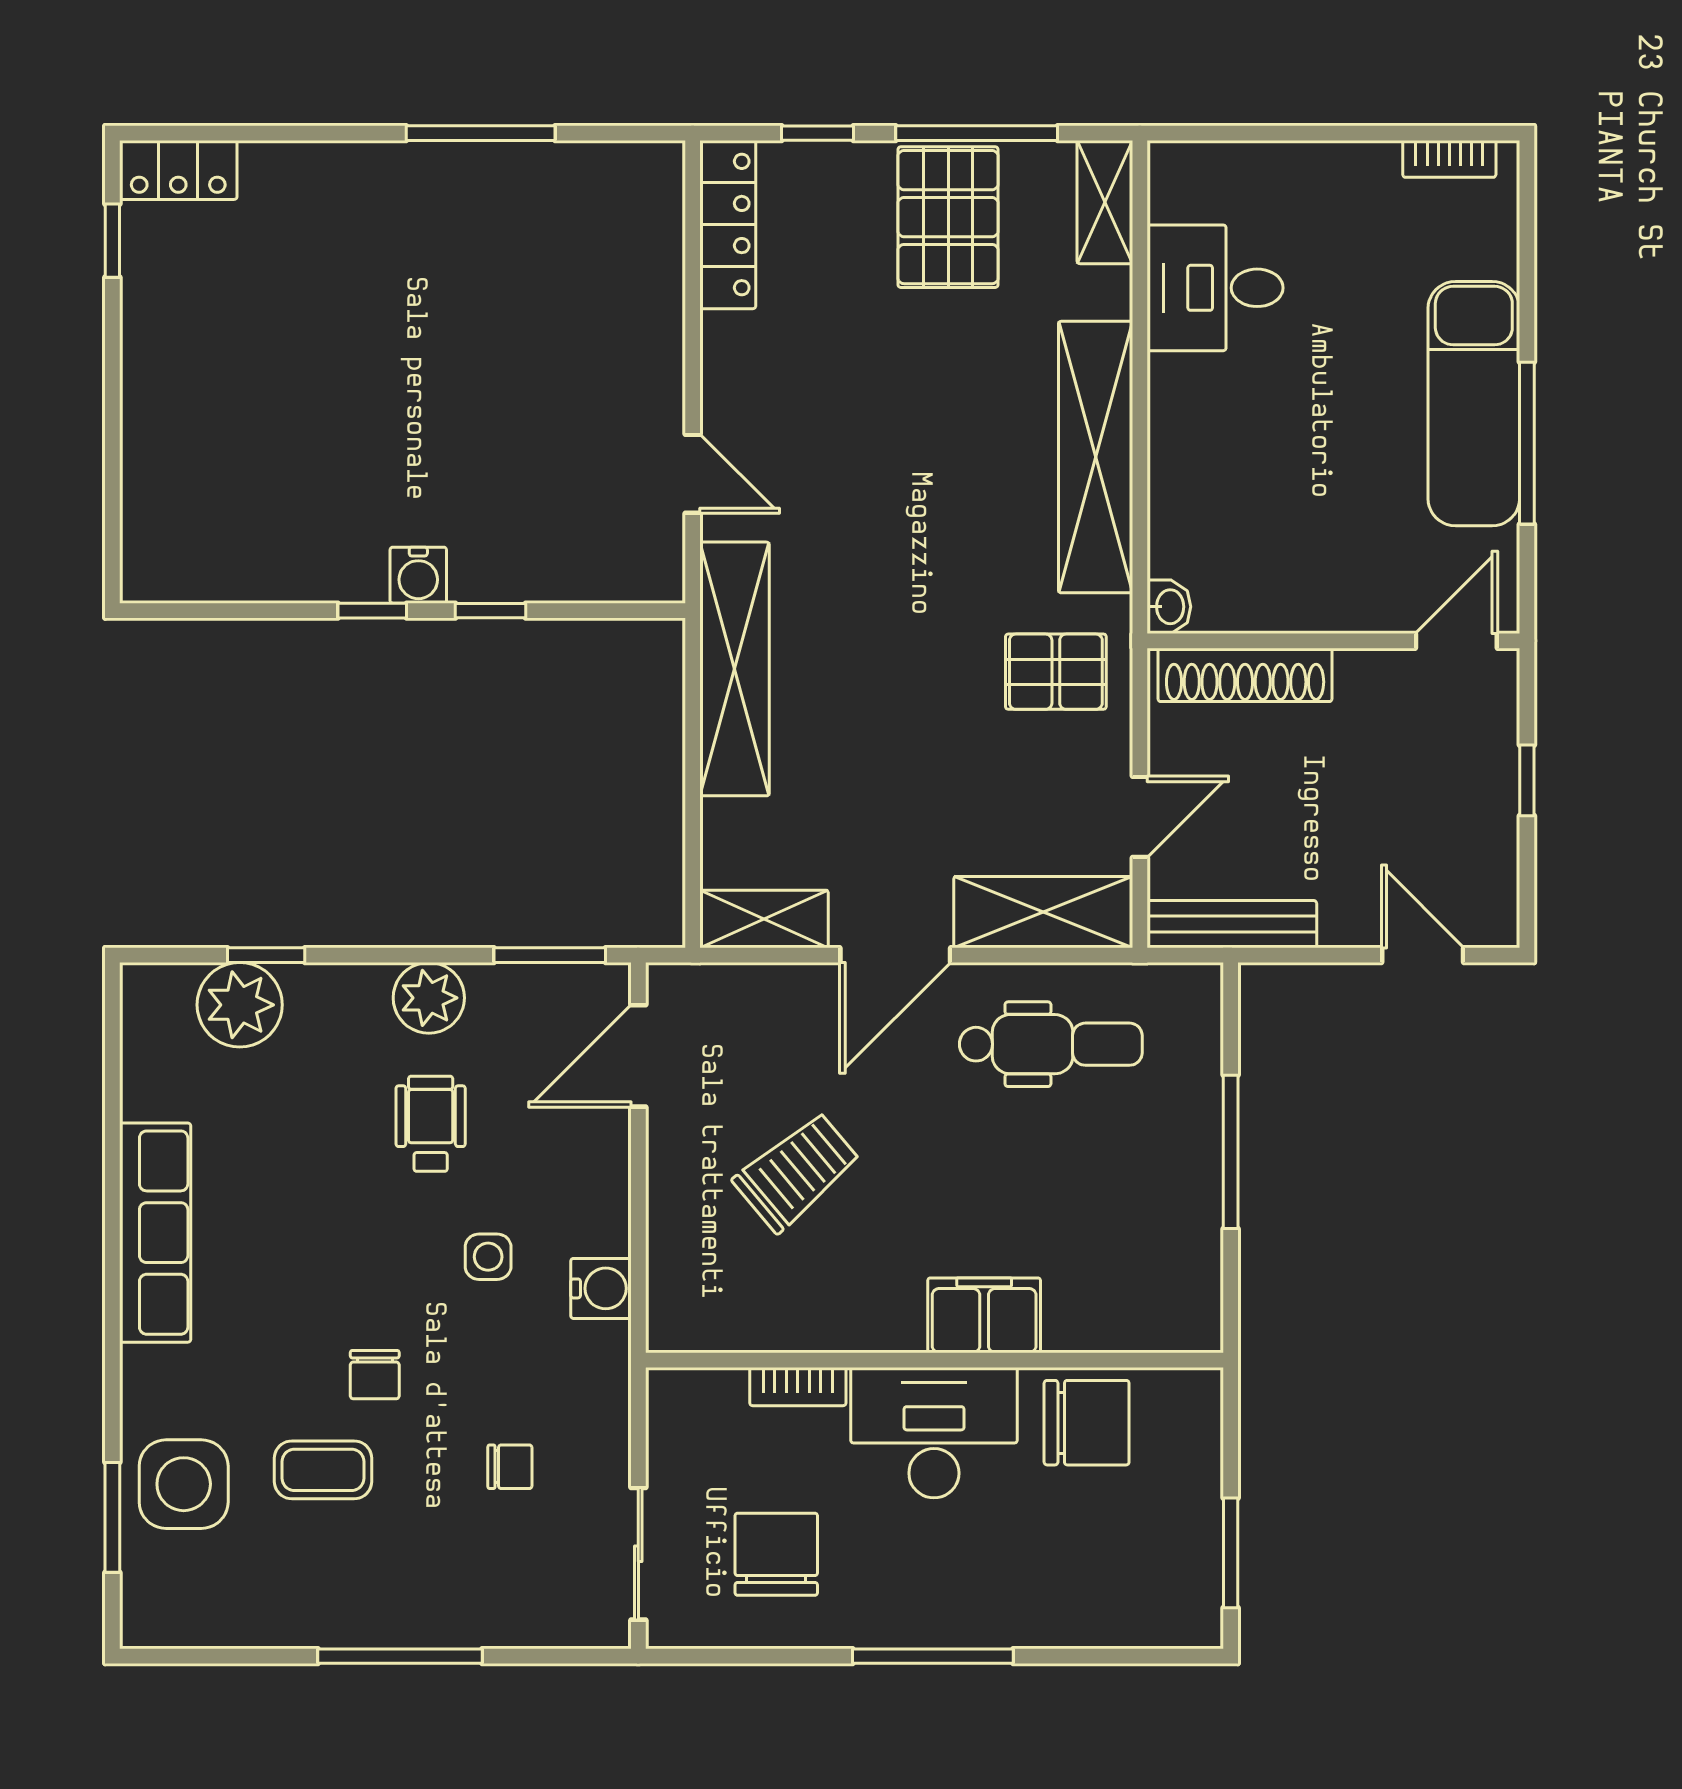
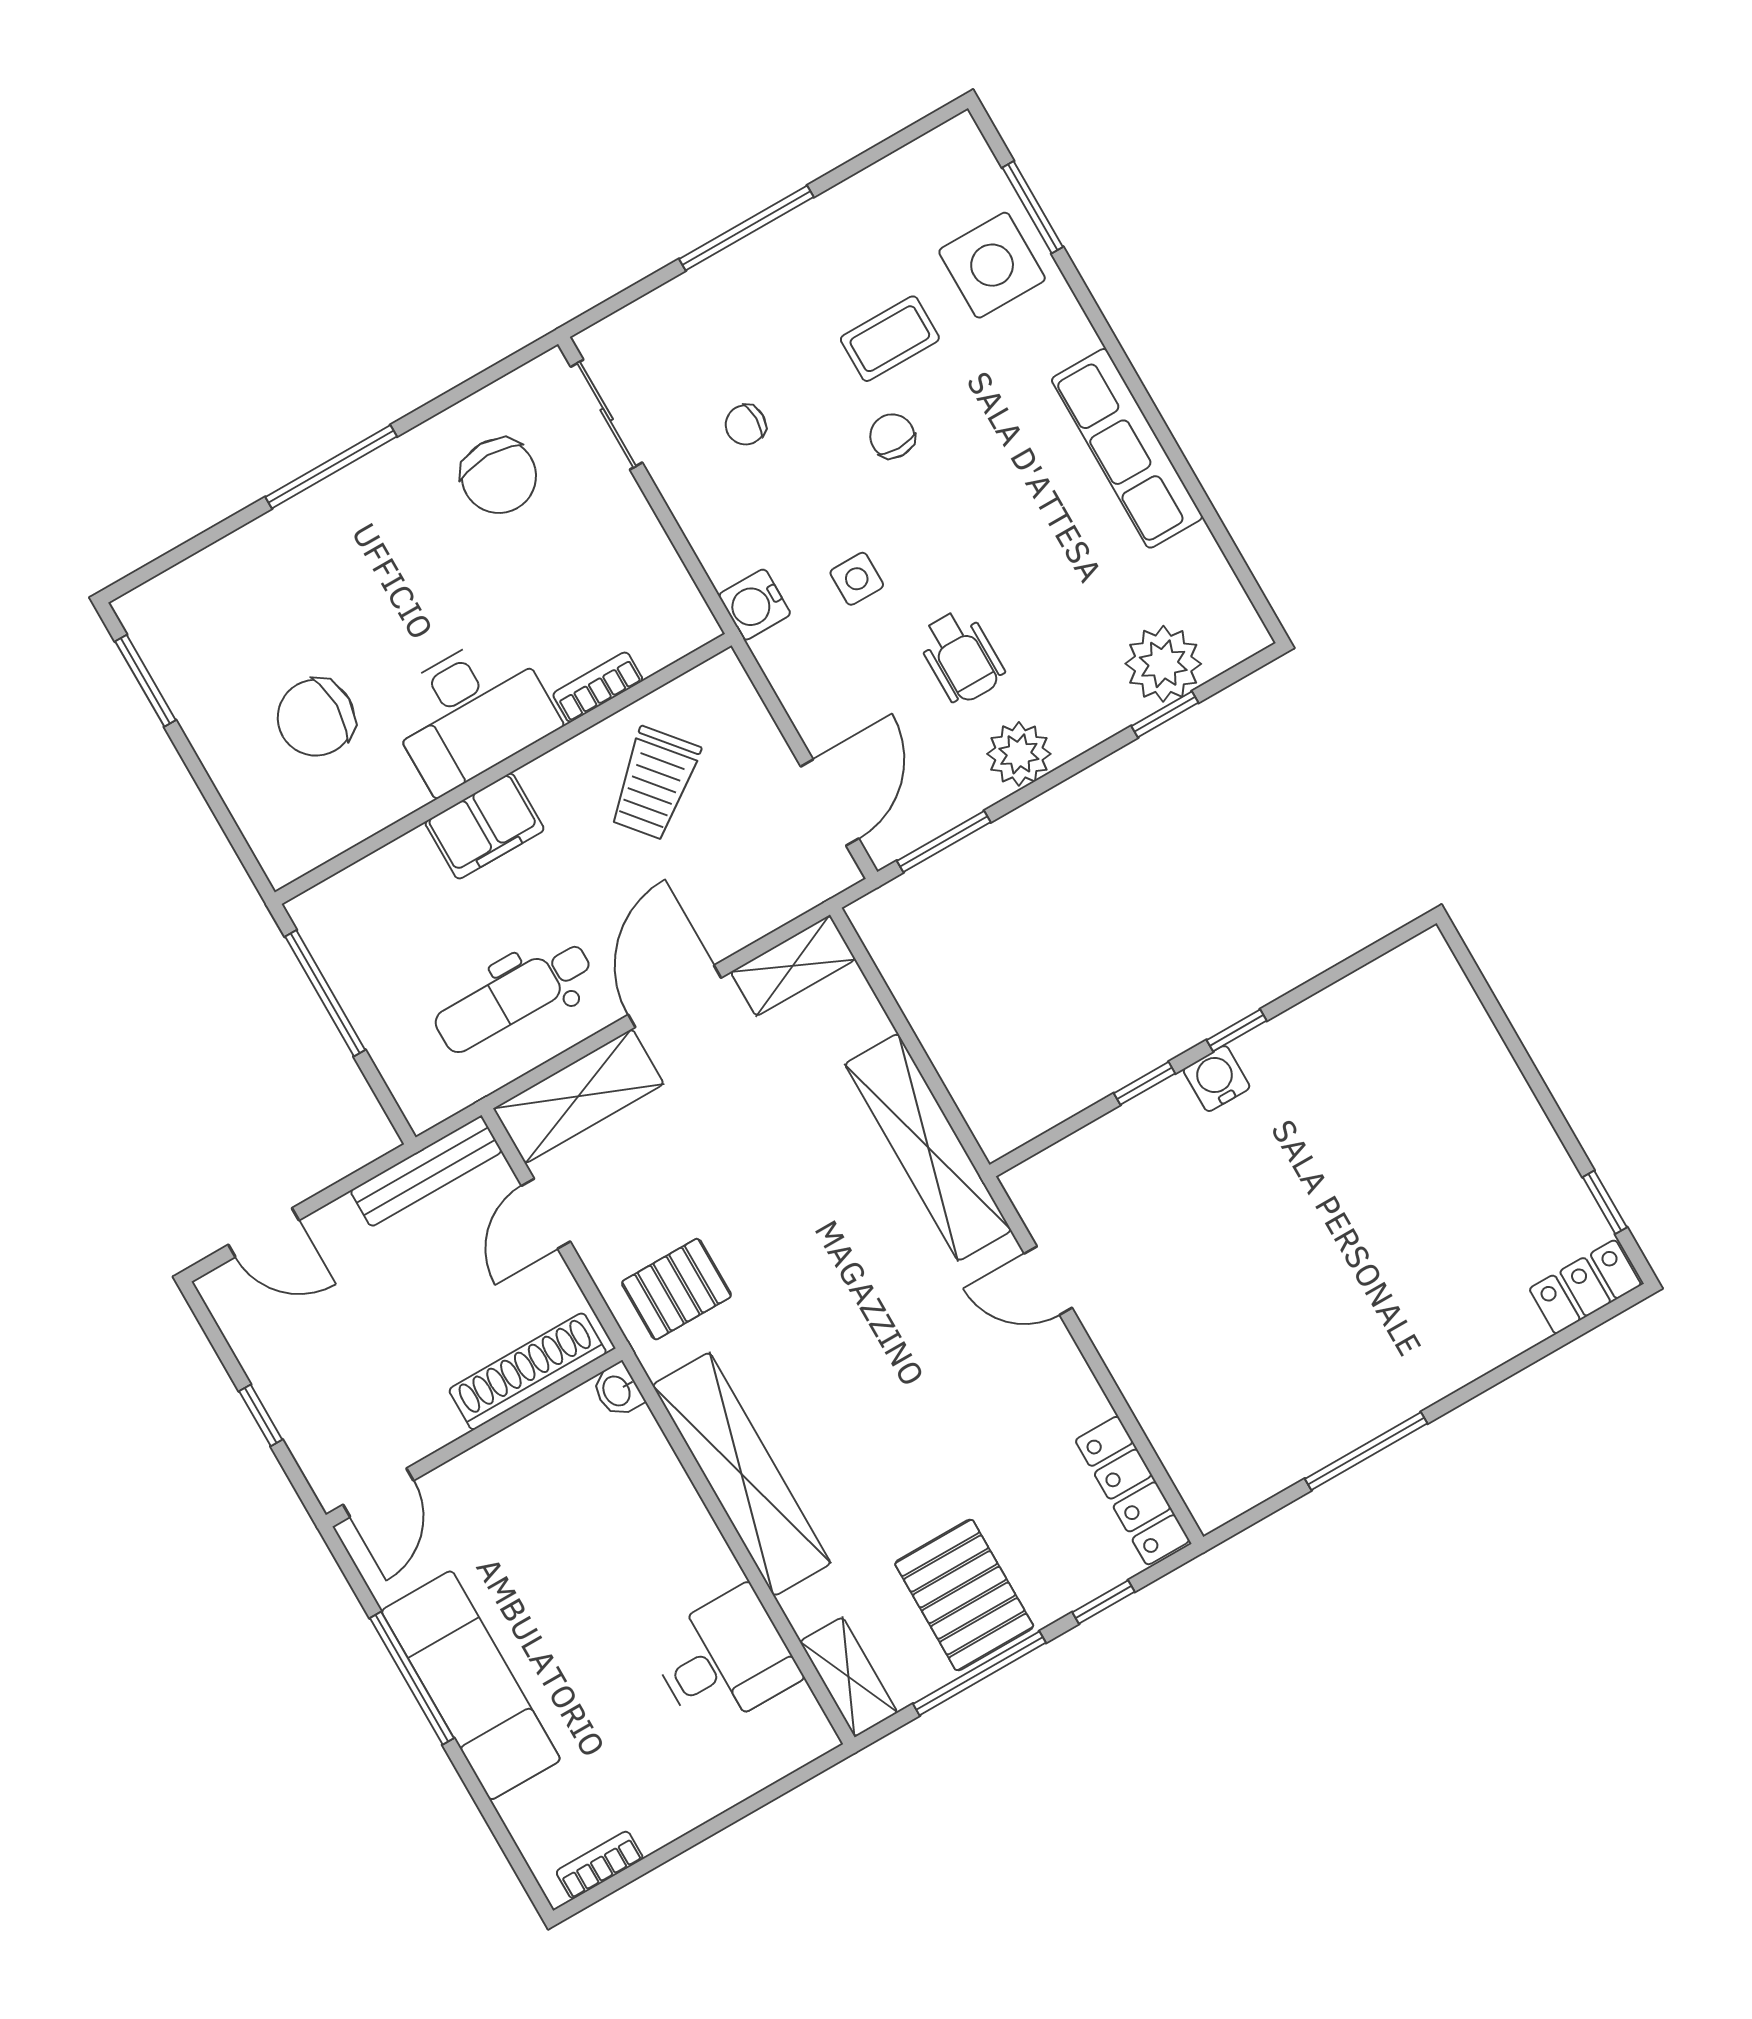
filing cabinet: (984, 1315) -> (485, 826), moved
wall: (934, 1360) -> (503, 769), moved
bookcase: (798, 1387) -> (598, 687), moved
desk: (934, 1433) -> (471, 712), moved

